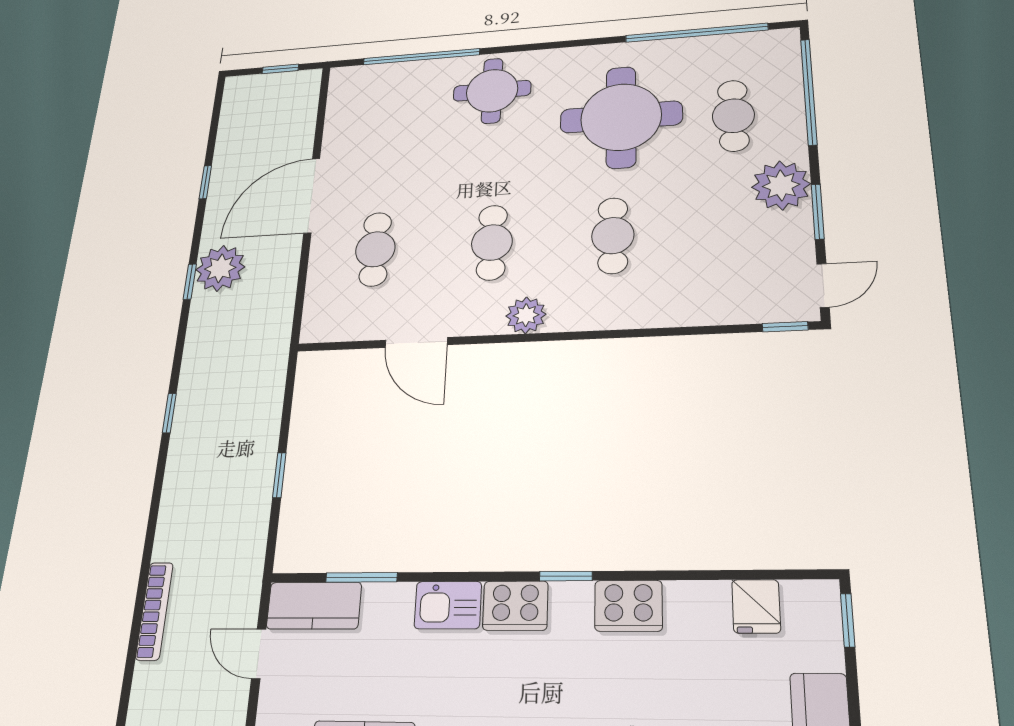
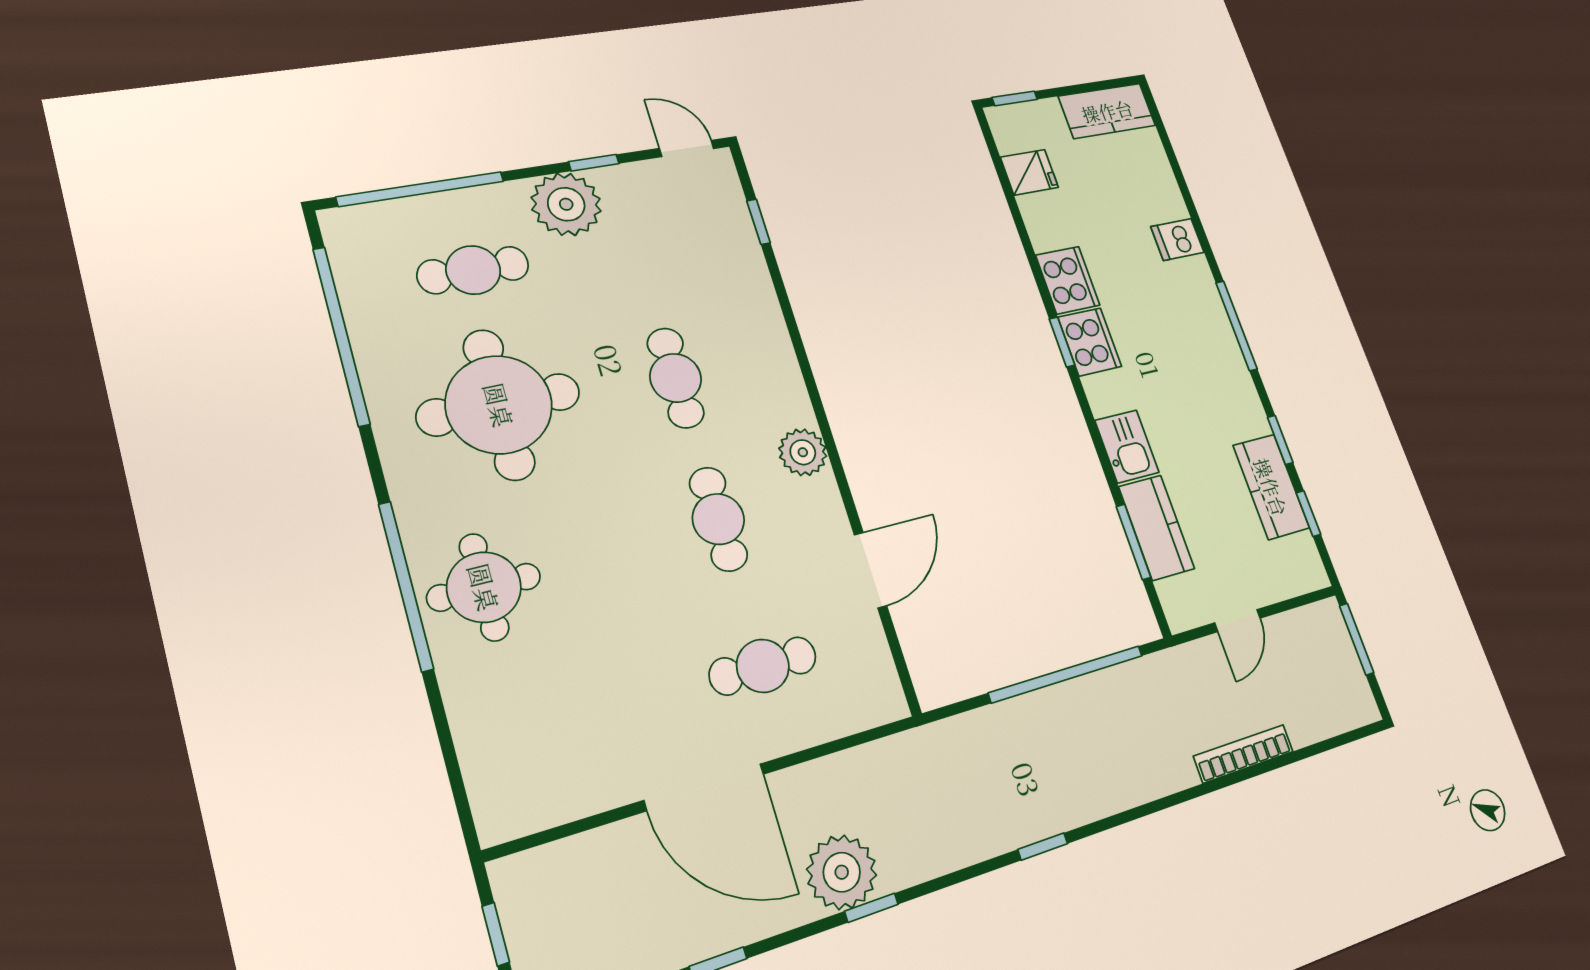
window: (421, 57) -> (406, 586), moved
window: (818, 212) -> (594, 163), width x0.67
cafe table: (613, 236) -> (676, 378), turned 90
cafe table: (492, 242) -> (718, 519), turned 90
window: (785, 327) -> (759, 222), moved
window: (279, 475) -> (1066, 674), width x3.17
kitchen counter: (314, 606) -> (1156, 528), moved
cooker: (515, 606) -> (1090, 342), moved

